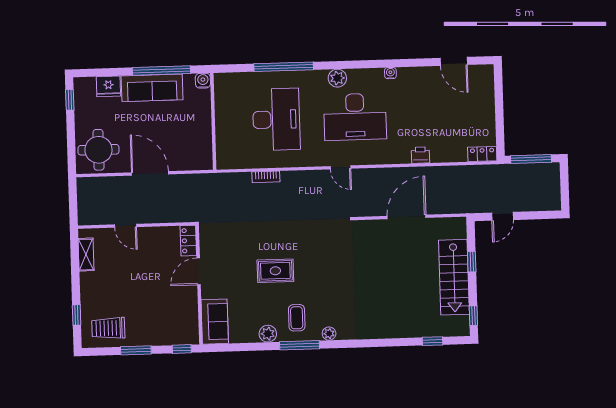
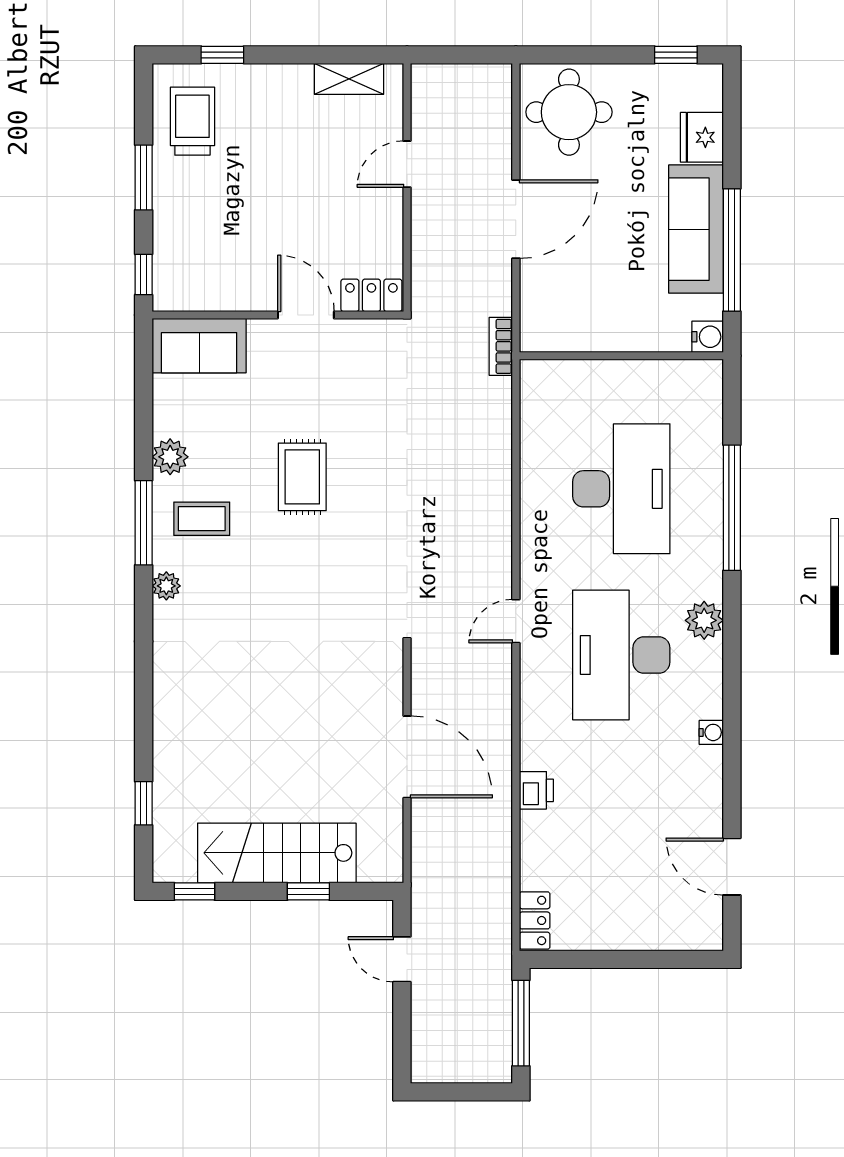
door: (454, 61) -> (732, 867), hinge flipped
desk: (276, 119) -> (621, 489), turned -90
bookcase: (266, 177) -> (501, 346), moved

